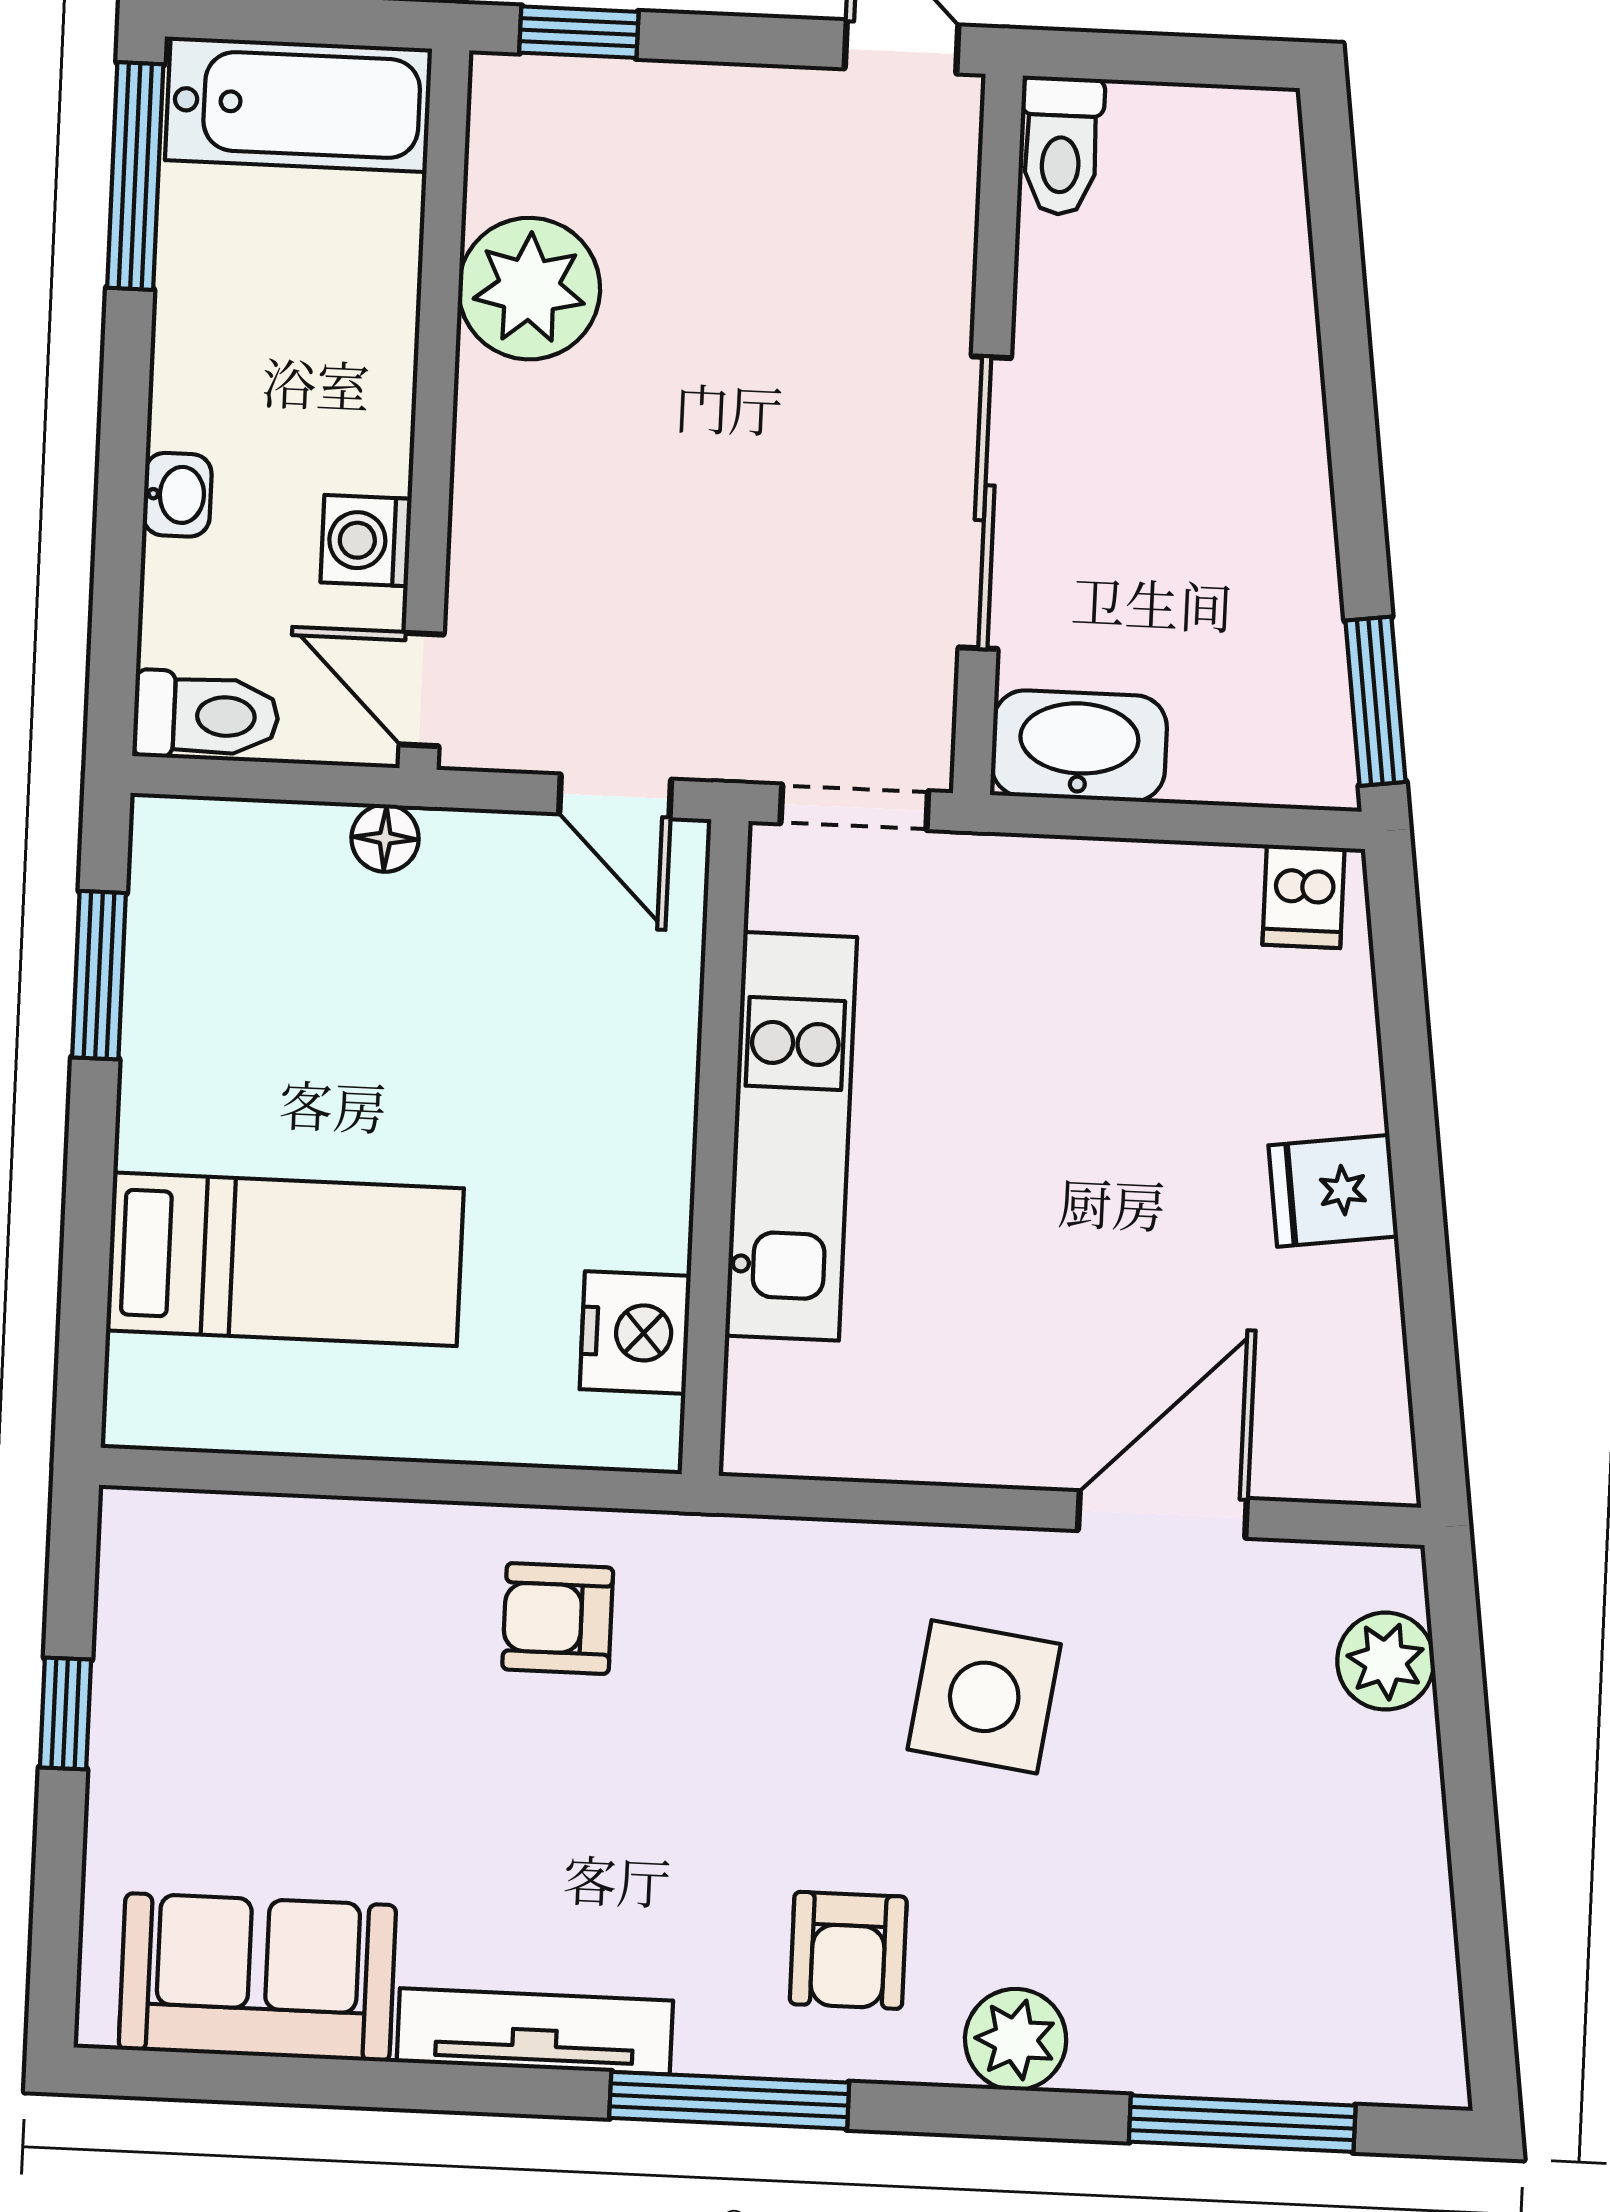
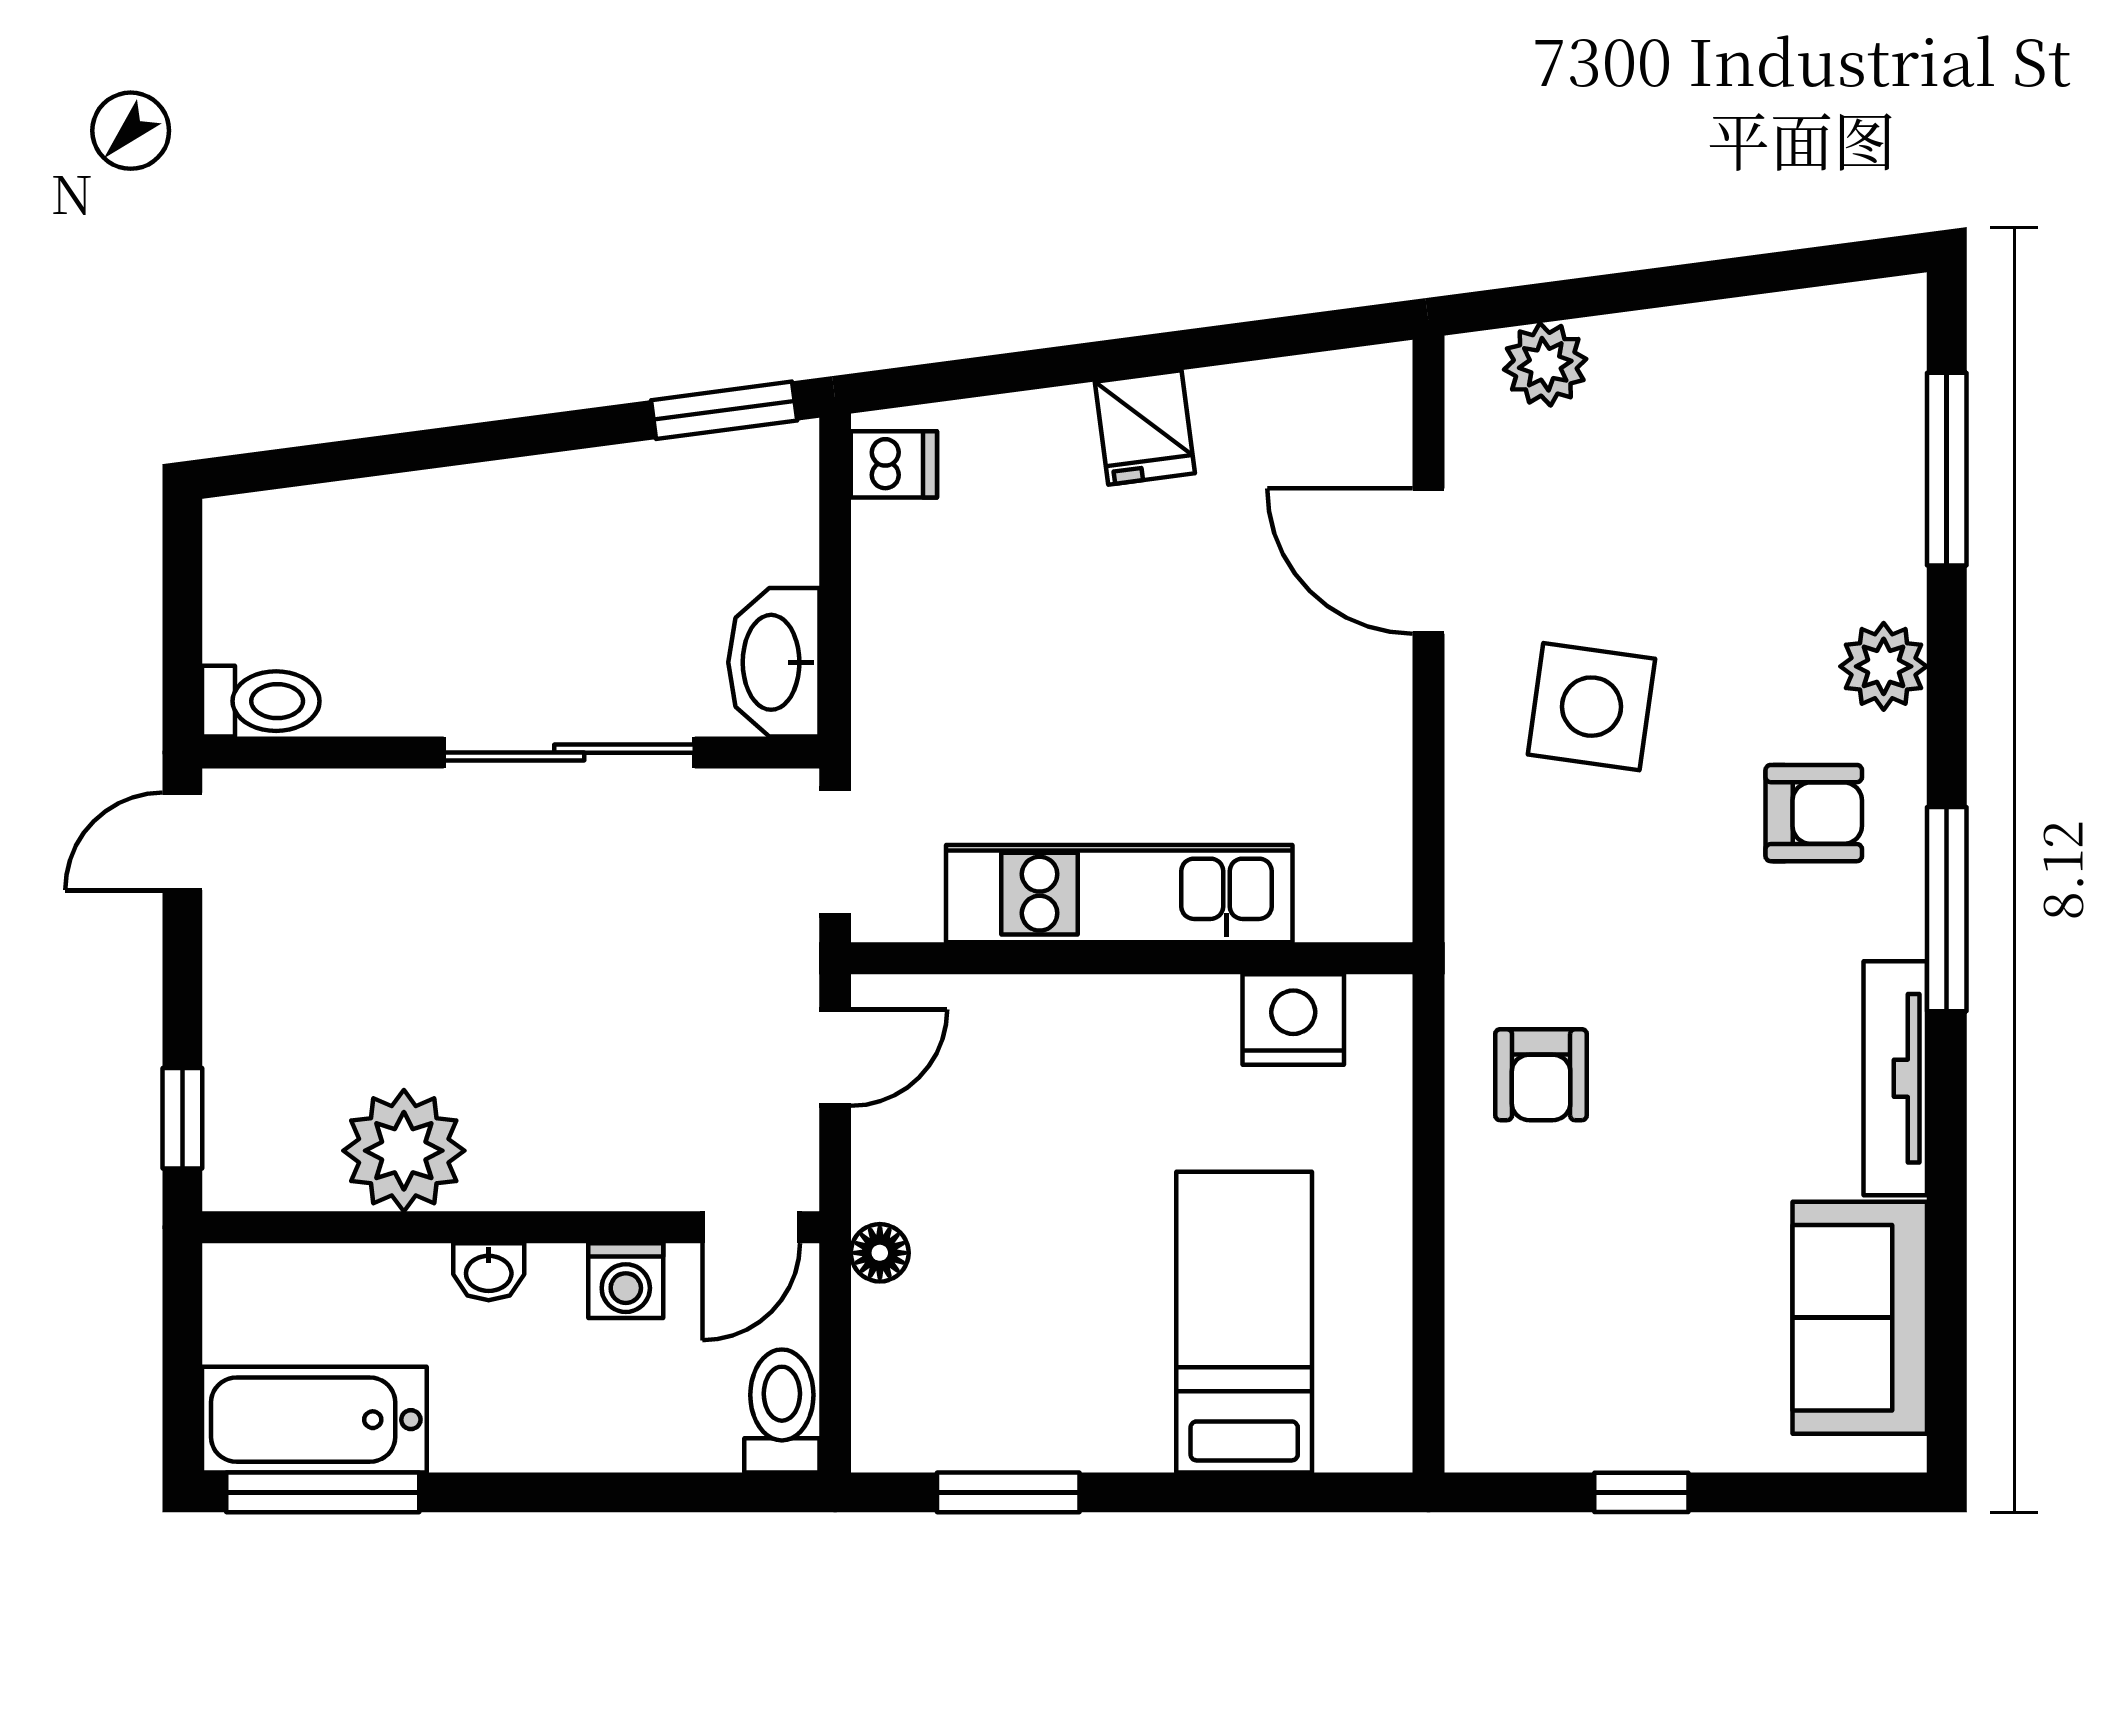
bathtub: (299, 104) -> (314, 1420), moved, turned -90
washbasin: (177, 495) -> (489, 1272), moved, turned 180

